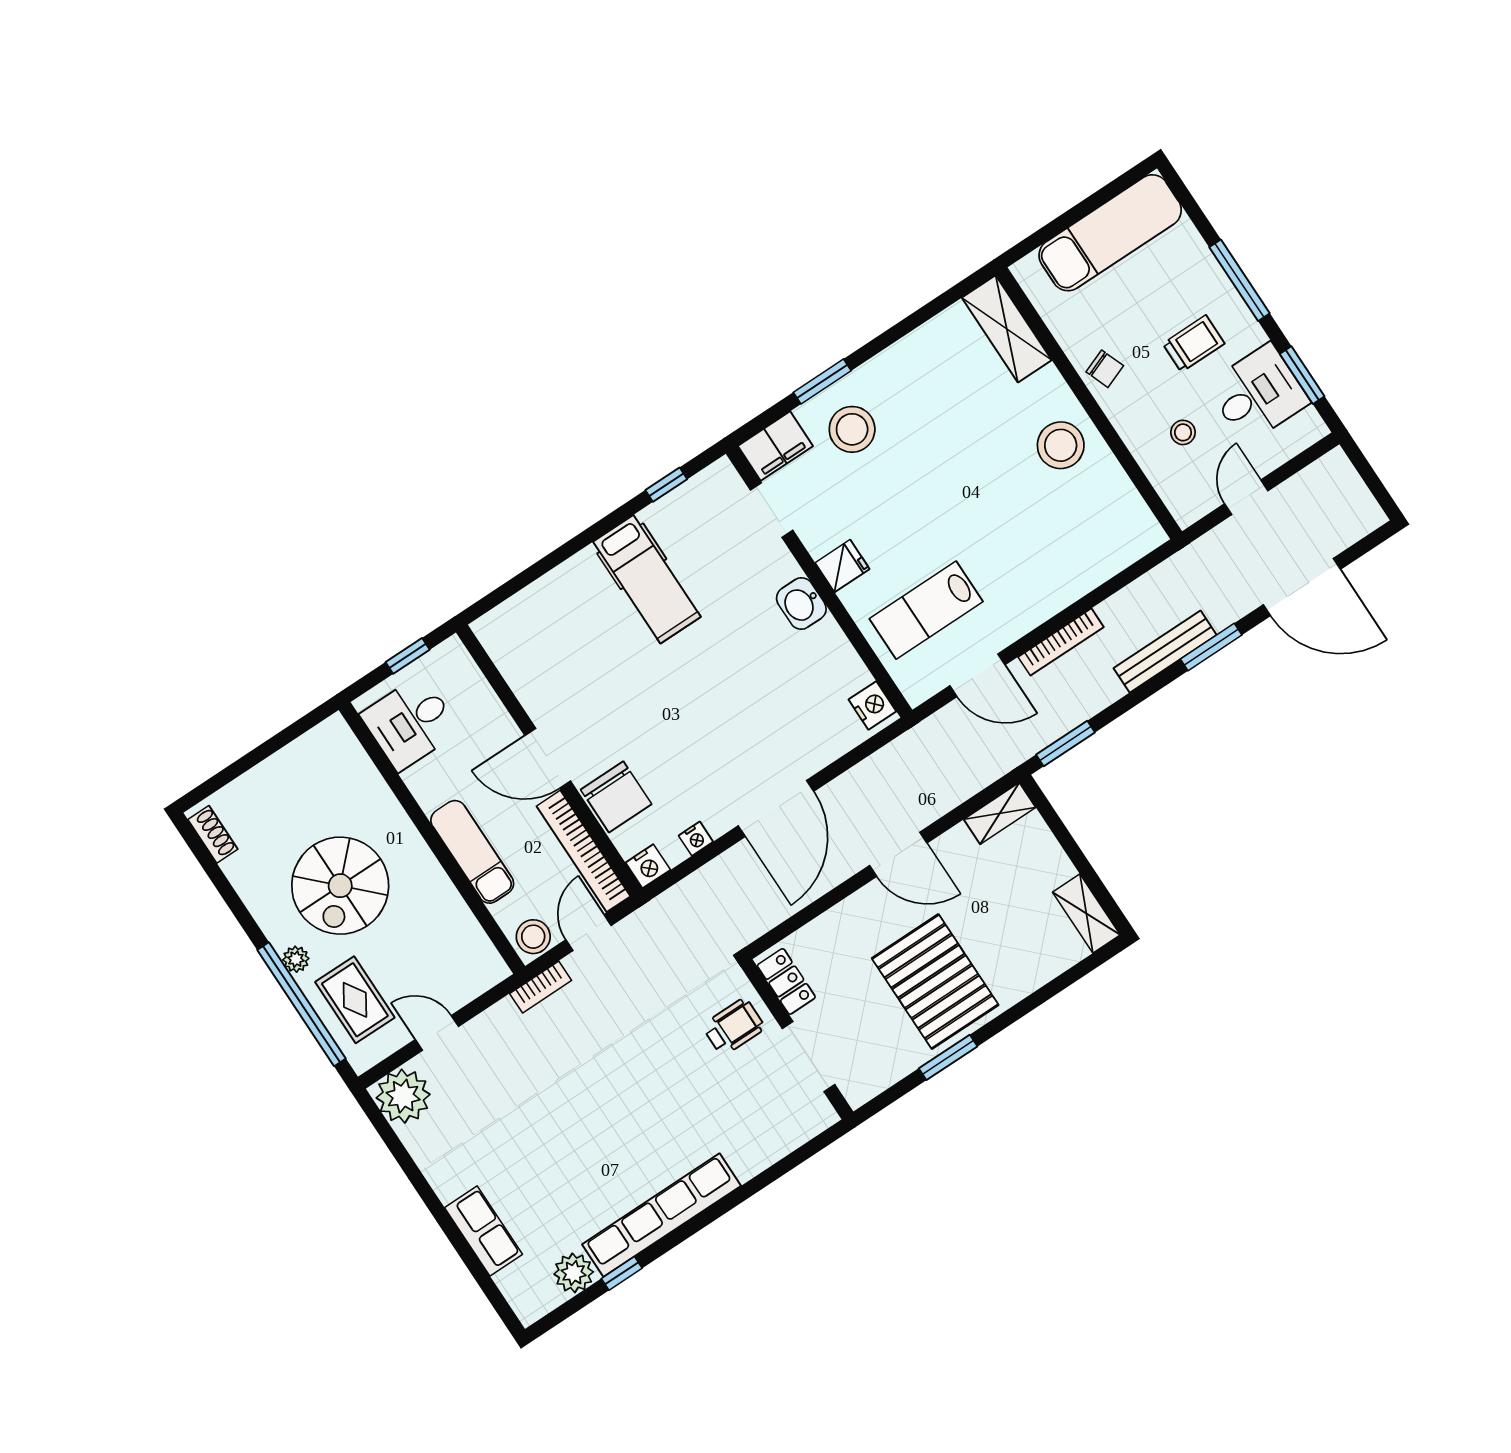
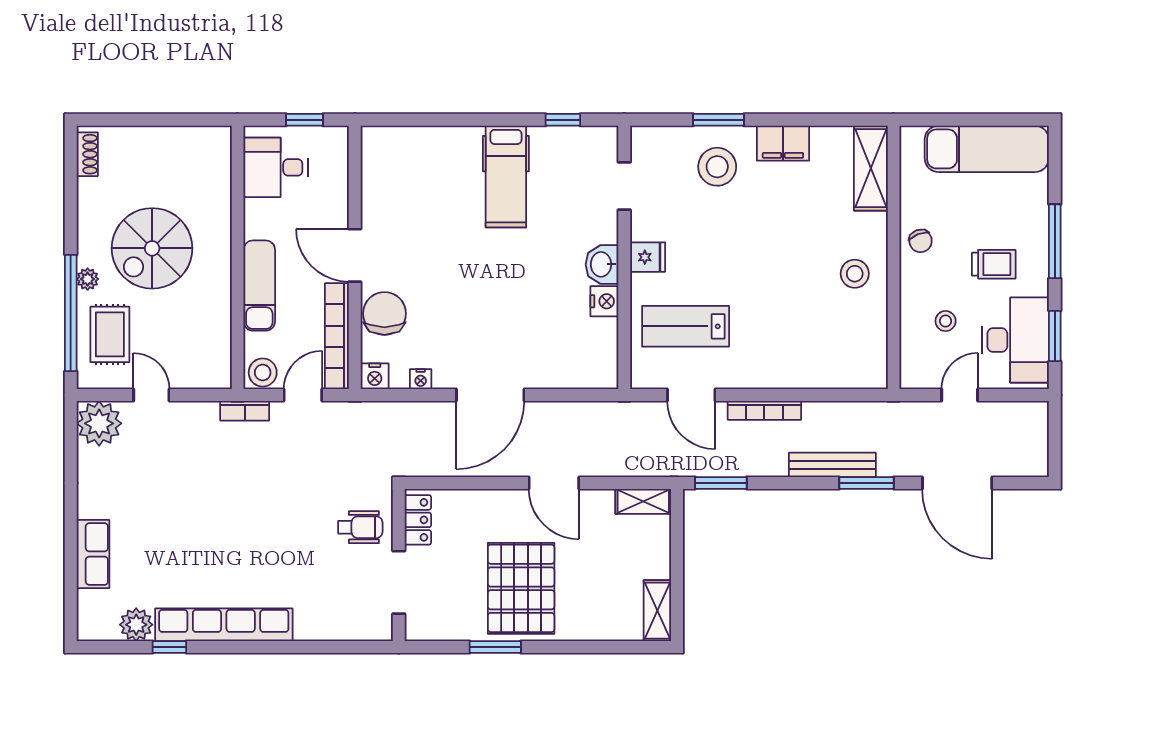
desk: (1258, 394) -> (1015, 340), width x1.37
stool: (1061, 445) -> (855, 274), width x0.73, depth x0.73
filing cabinet: (775, 446) -> (783, 143), moved
nightstand: (872, 705) -> (604, 301), moved
chair: (616, 797) -> (384, 314), turned 180

